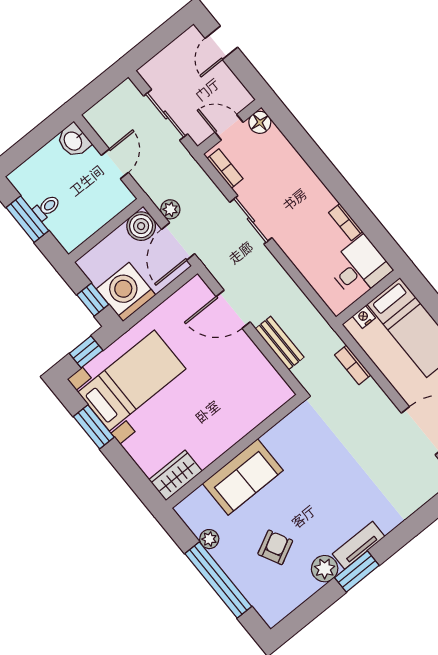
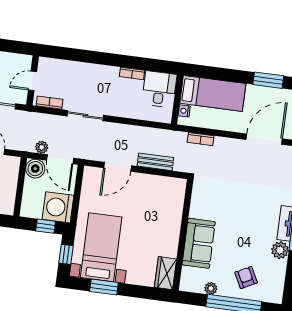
floor lamp: (260, 122) -> (45, 64), removed
armchair: (275, 547) -> (246, 277), moved

